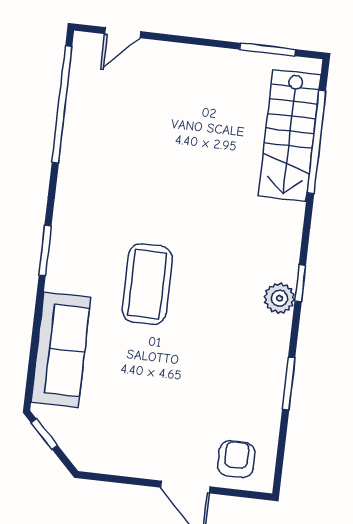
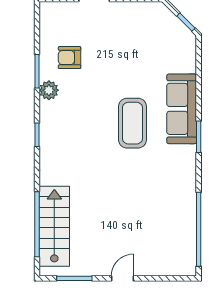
door: (123, 33) -> (122, 278), moved
plant: (279, 298) -> (49, 90), moved
sofa: (61, 350) -> (182, 109), moved
armchair: (236, 459) -> (70, 58), moved, turned 90

